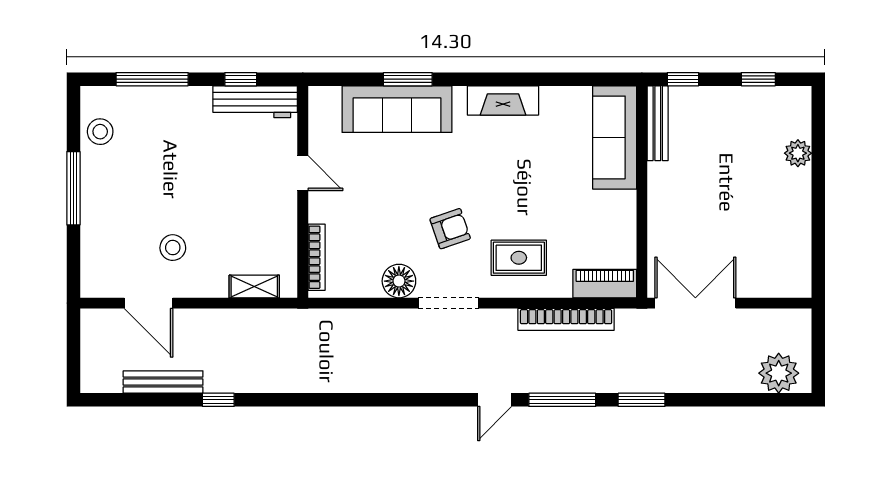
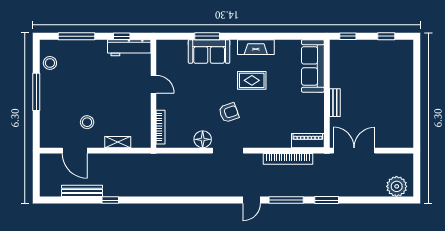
sofa: (397, 109) -> (209, 51), width x0.73
bench: (658, 123) -> (335, 103), moved, width x0.73
plant: (798, 153) -> (407, 74), removed
rug: (519, 258) -> (252, 80), moved
shelving: (254, 286) -> (118, 142), moved

